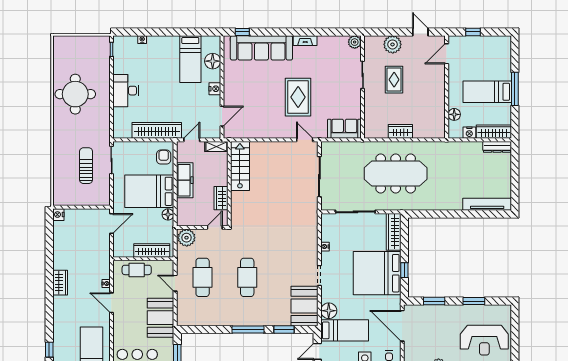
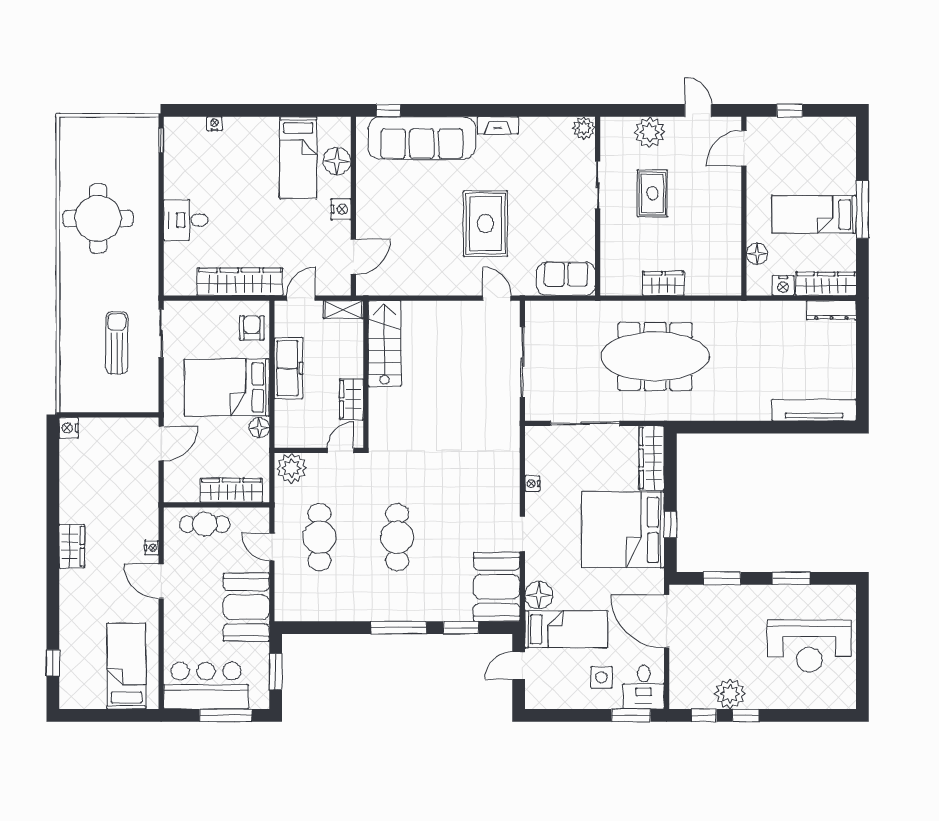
desk: (126, 91) -> (186, 220), width x0.73

